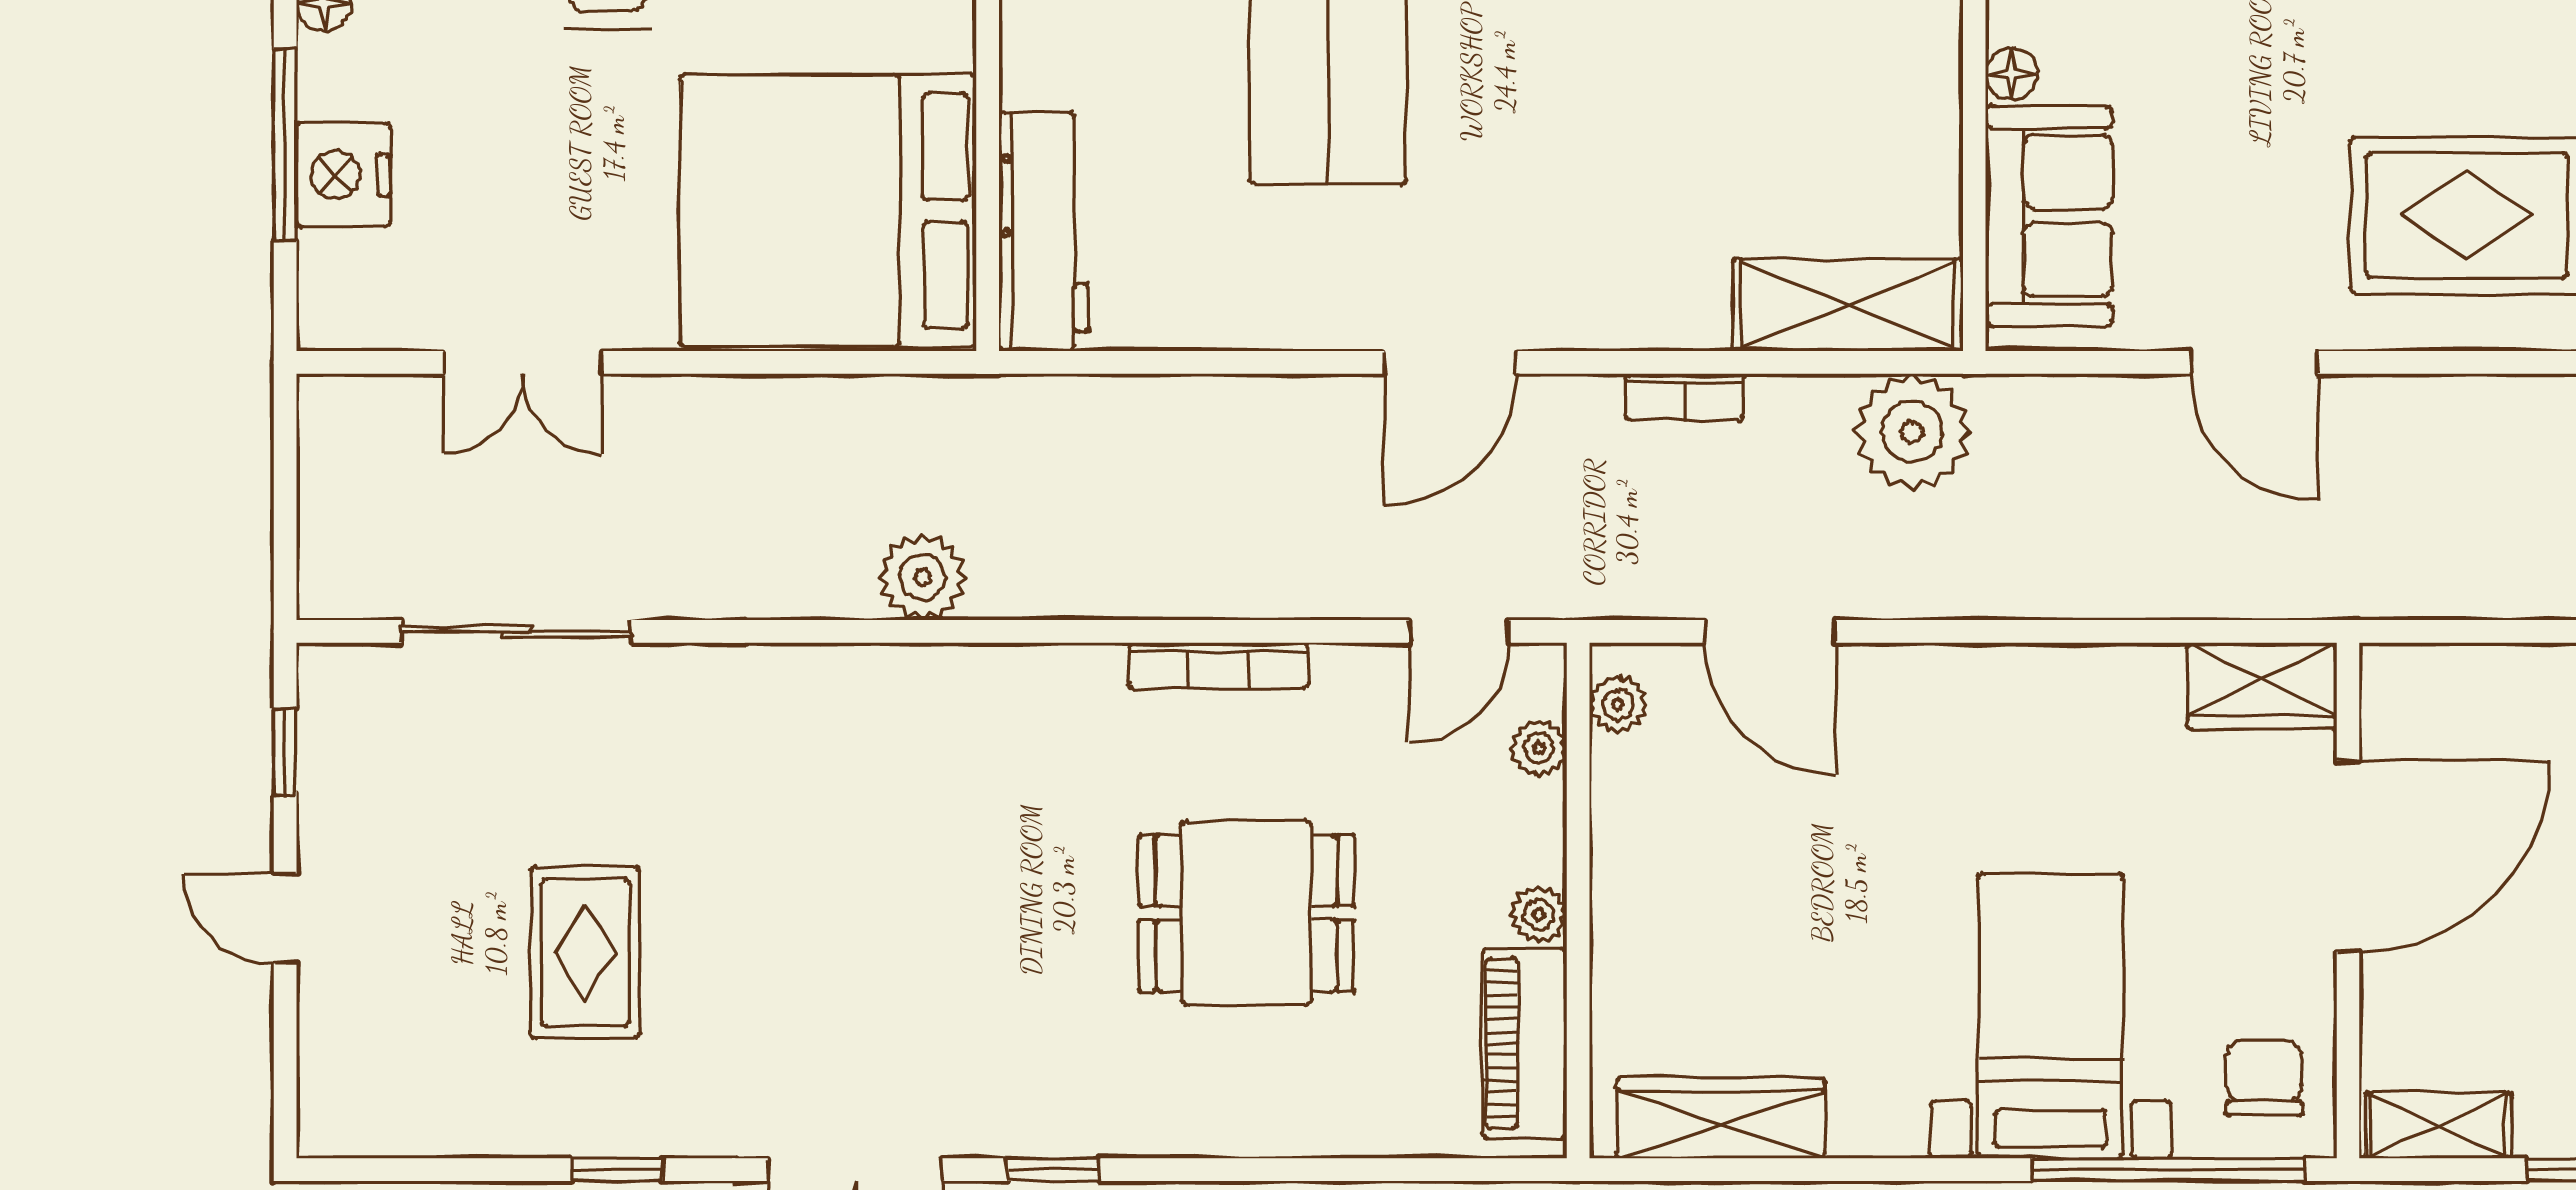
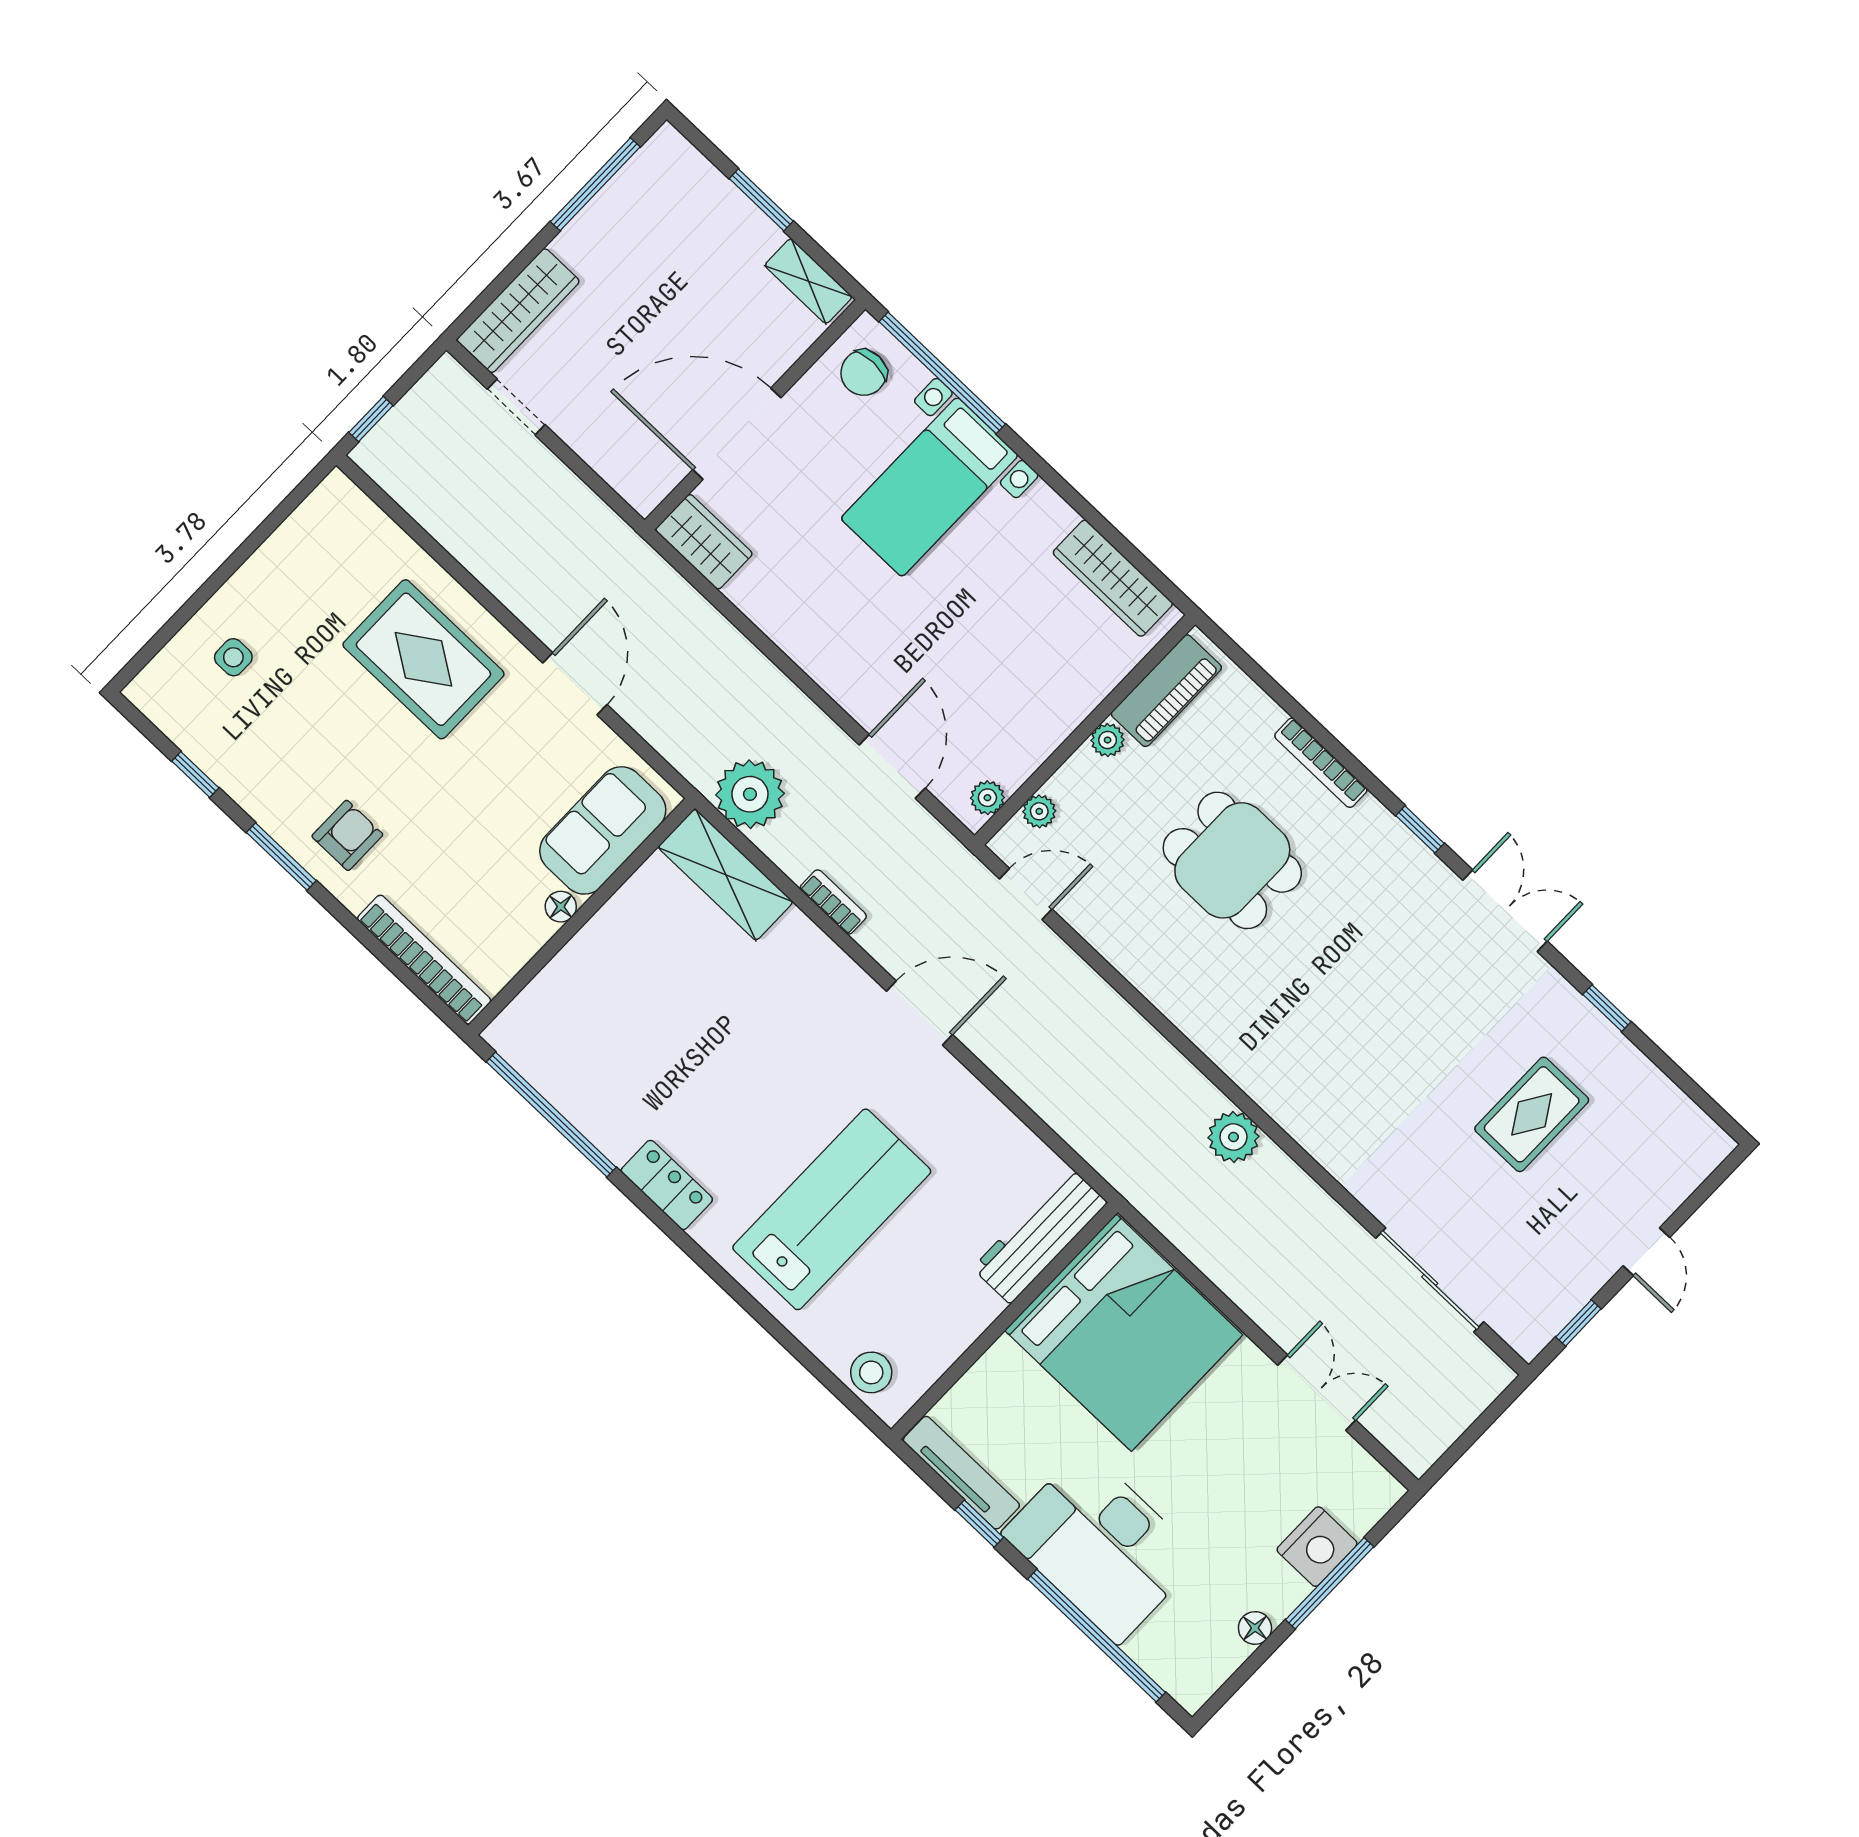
bookcase: (1218, 666) -> (1321, 763), moved, turned 180

